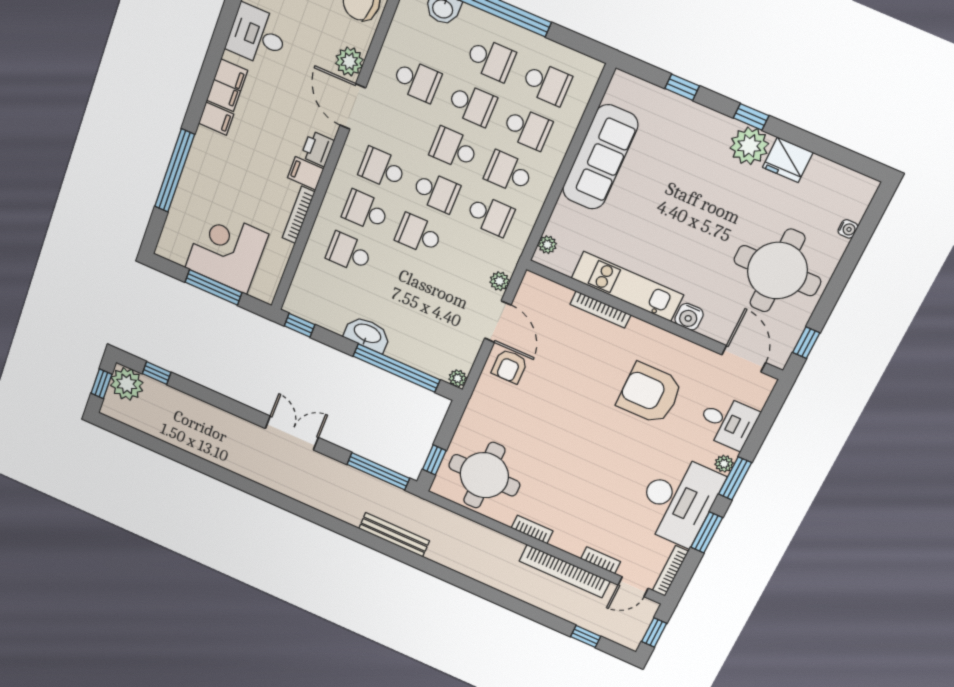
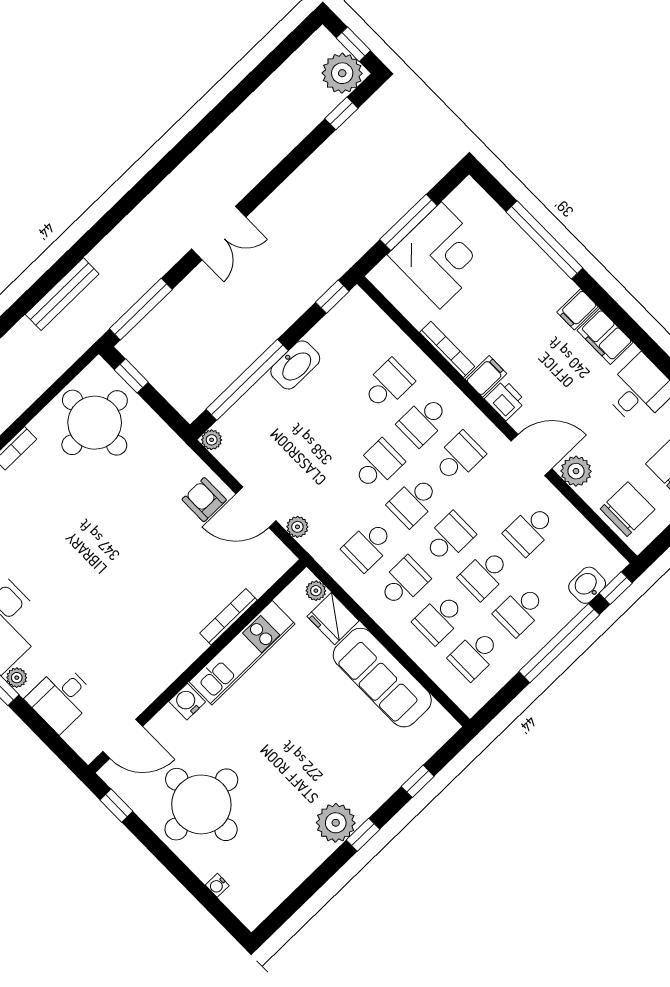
fridge: (788, 160) -> (333, 619), moved, turned -90
school desk: (365, 211) -> (423, 421), turned 180
armchair: (650, 393) -> (121, 631), removed

